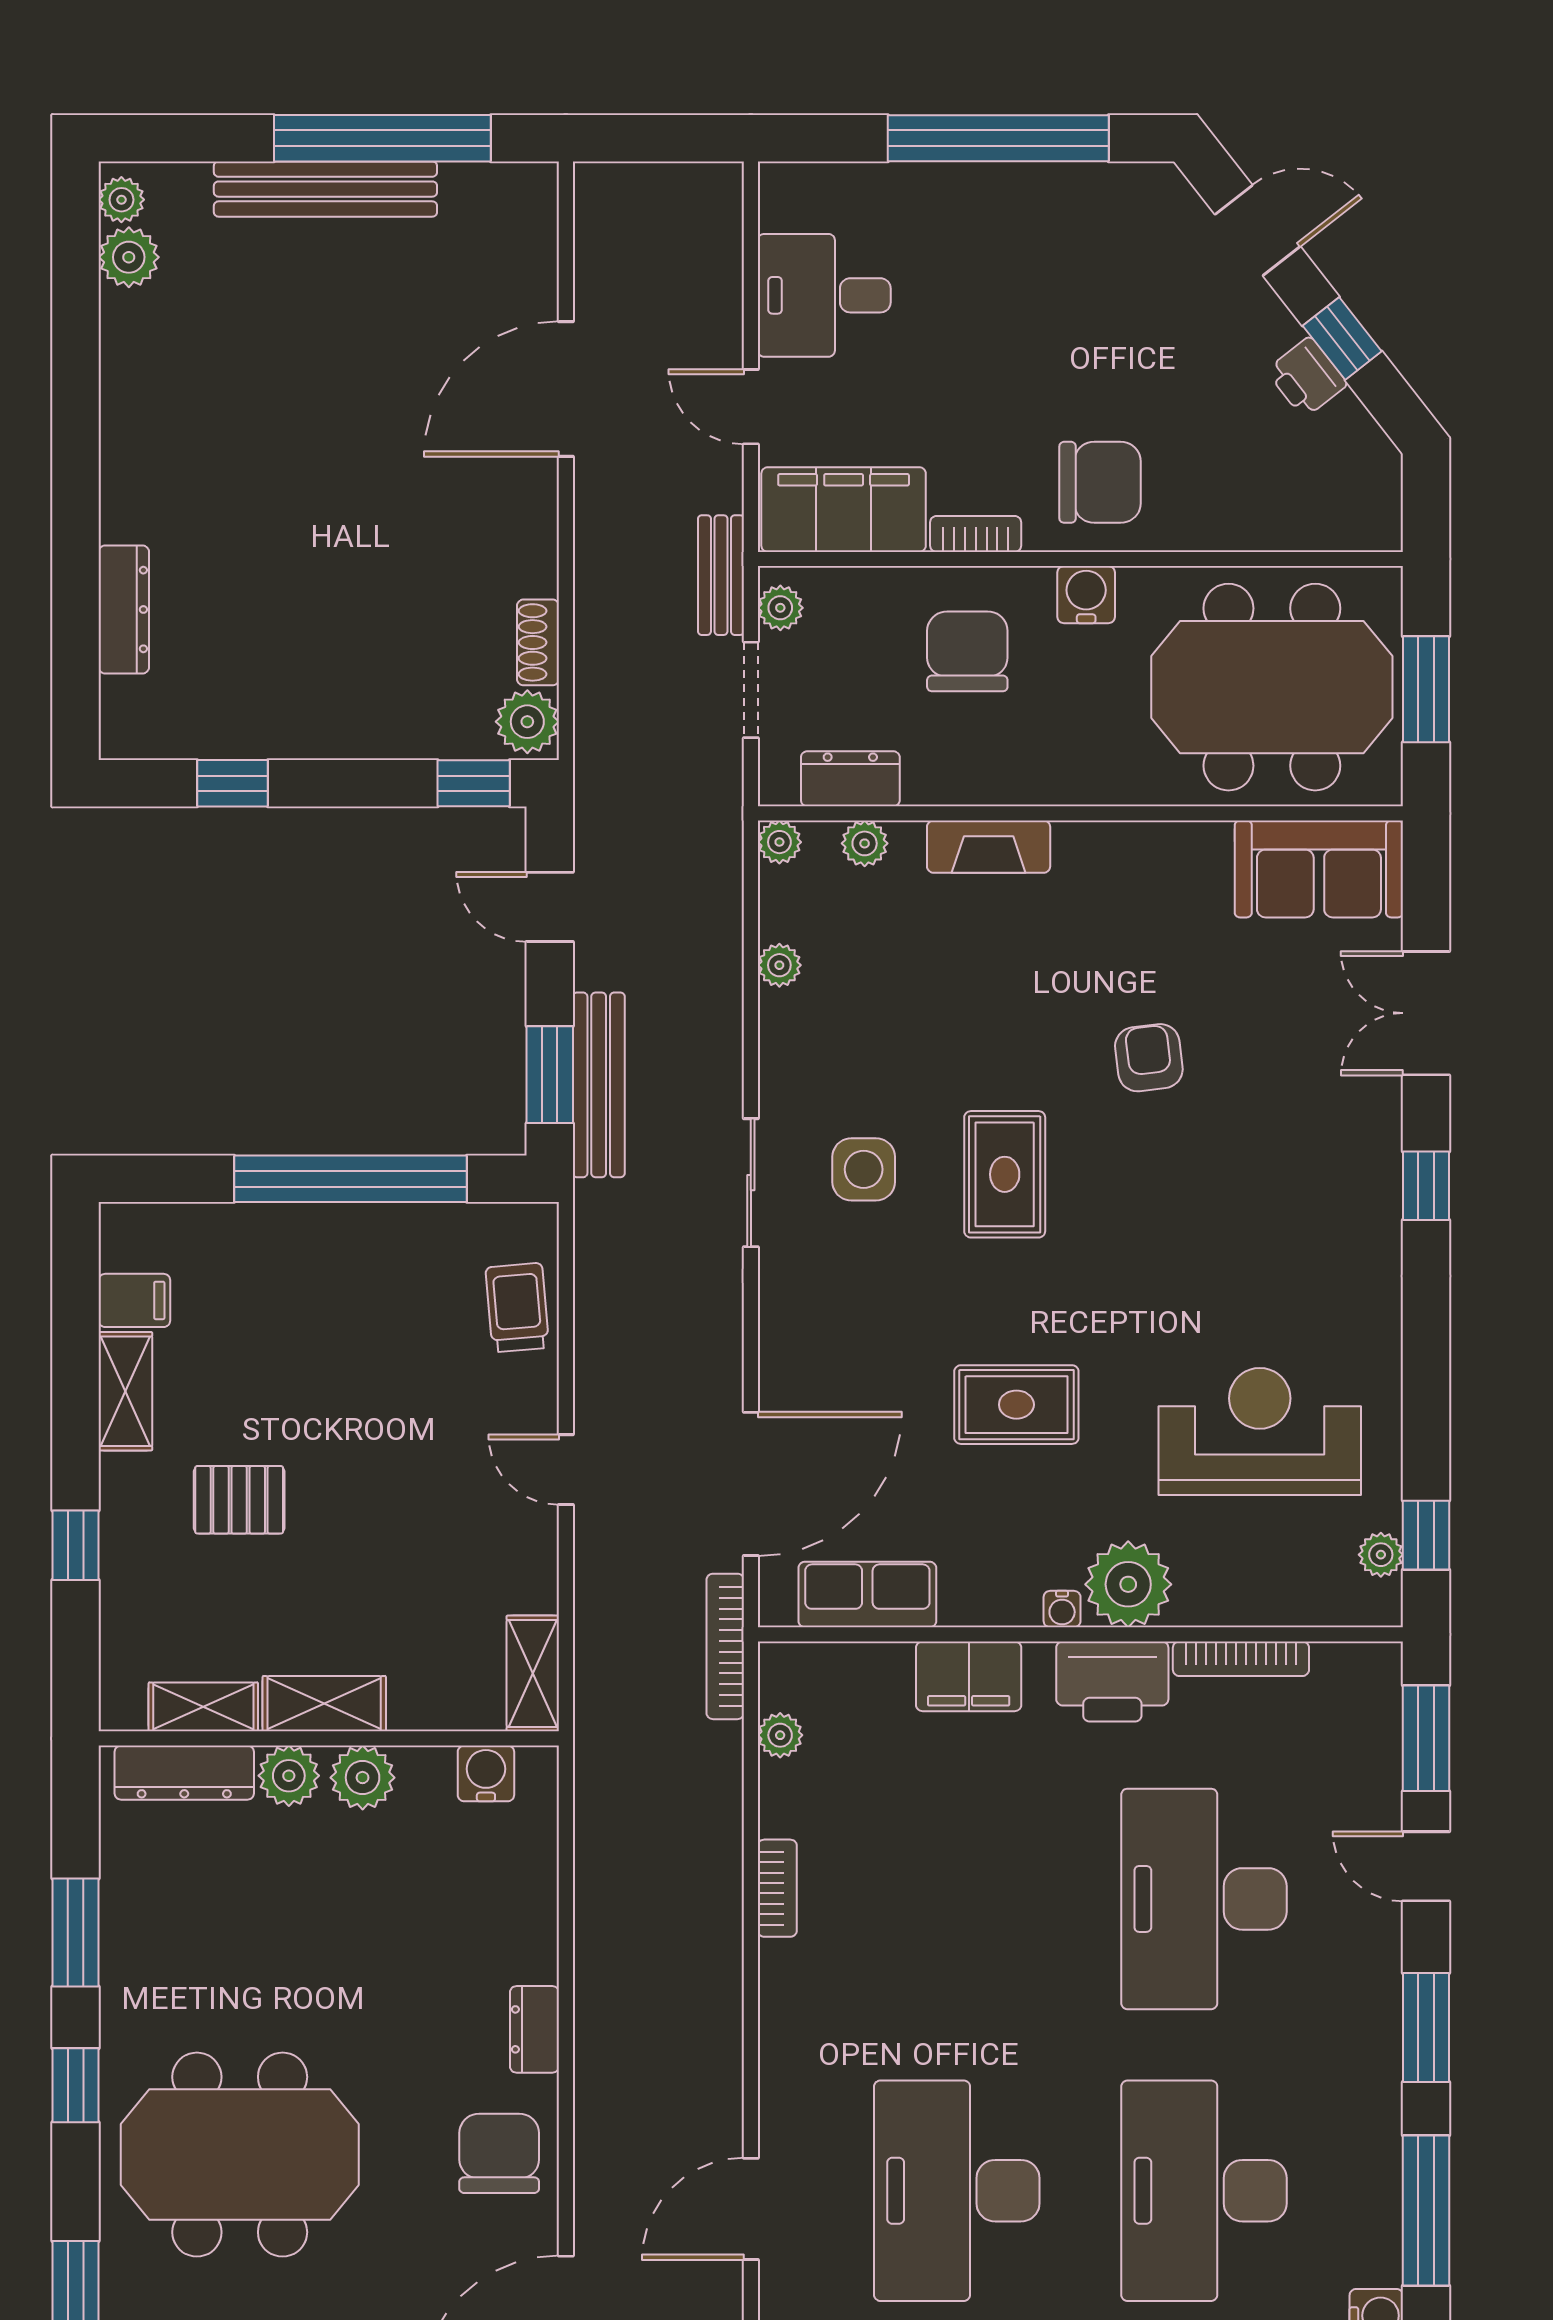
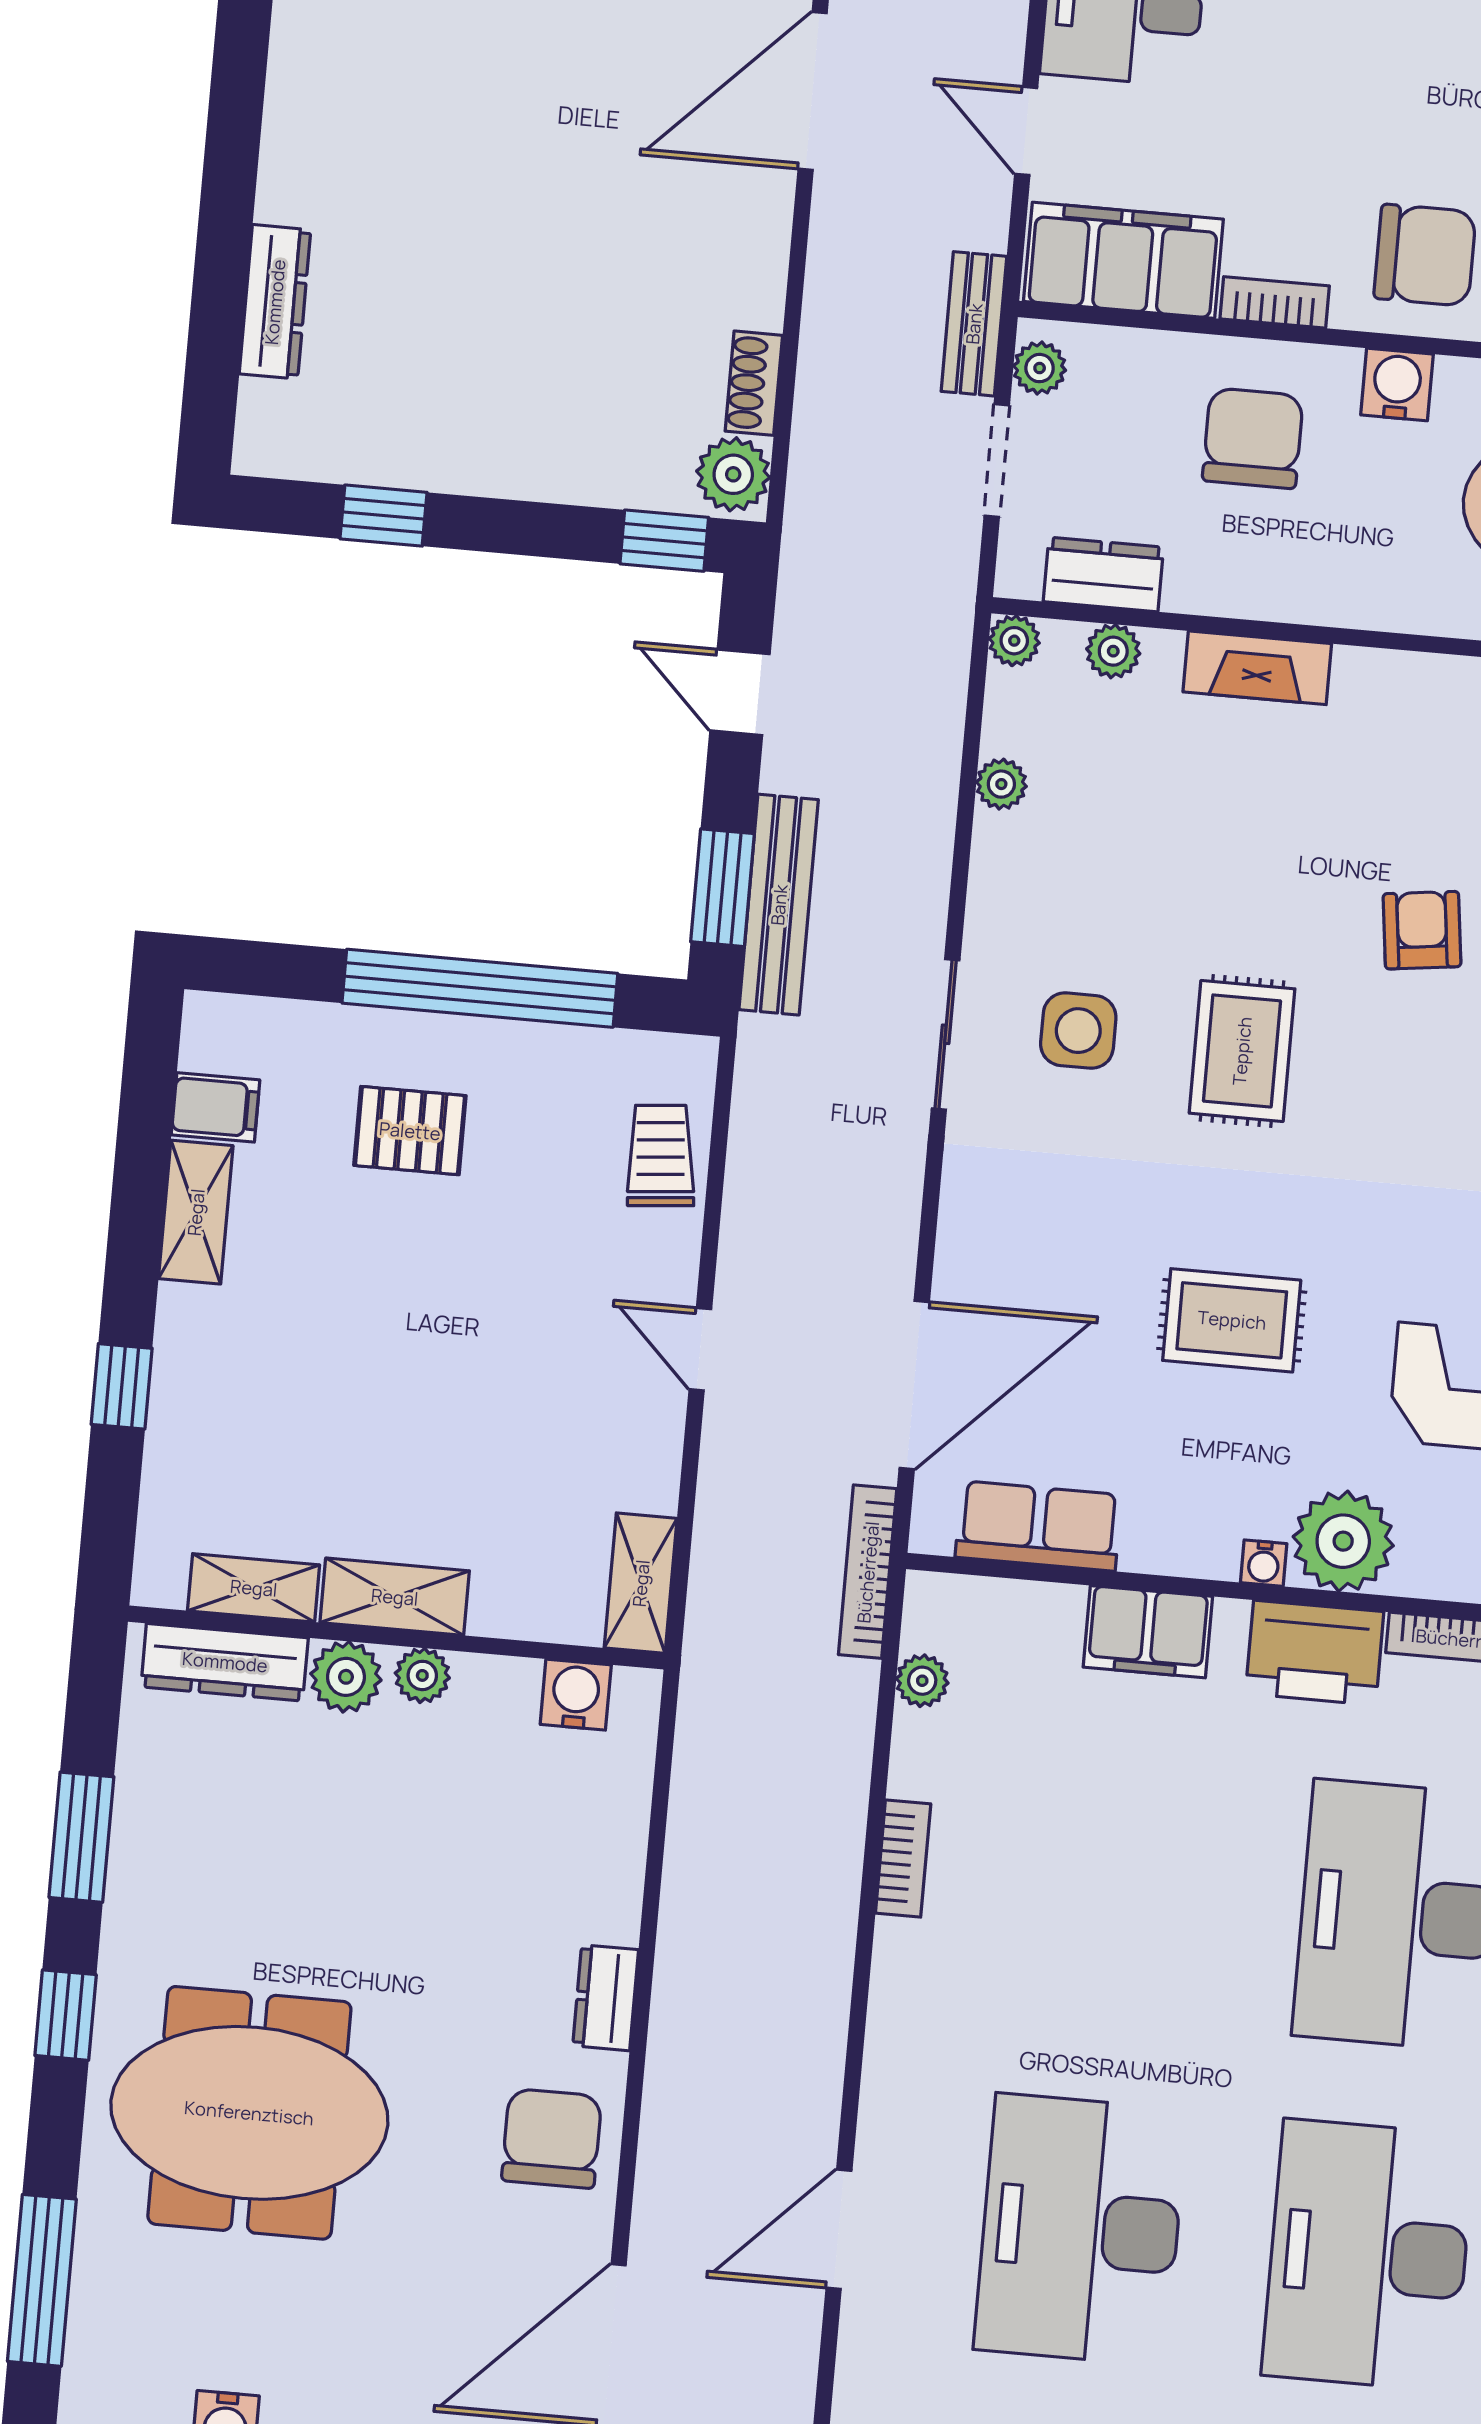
pallet: (239, 1500) -> (410, 1131), moved
plant: (363, 1778) -> (422, 1675), width x0.73, depth x0.73

